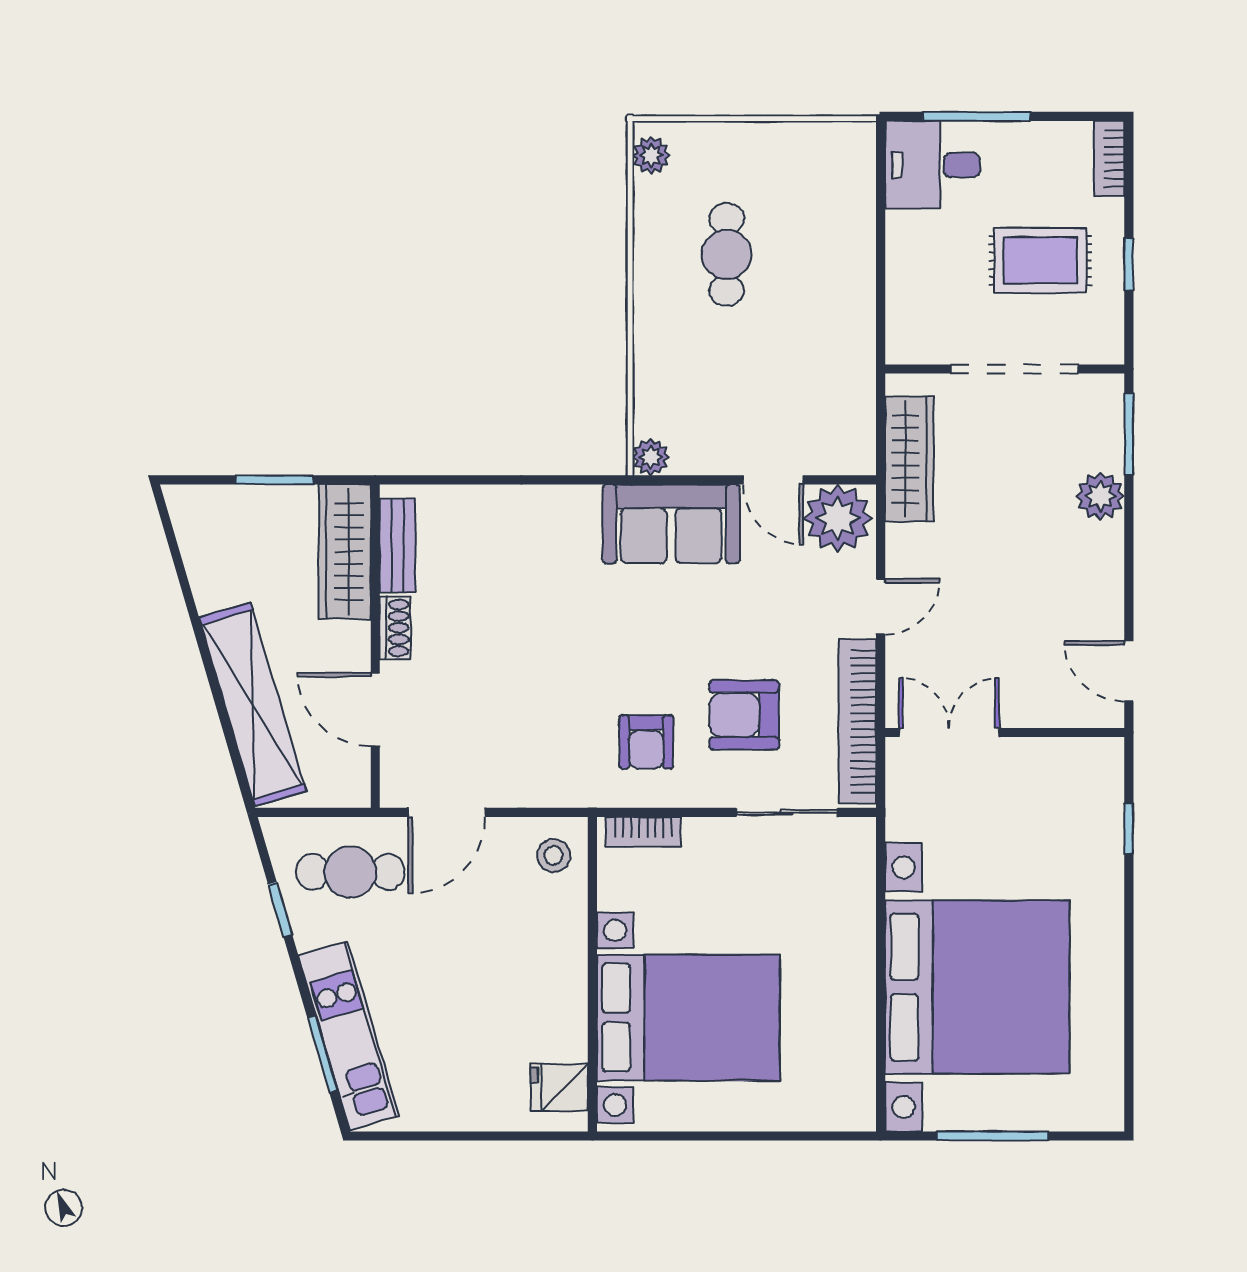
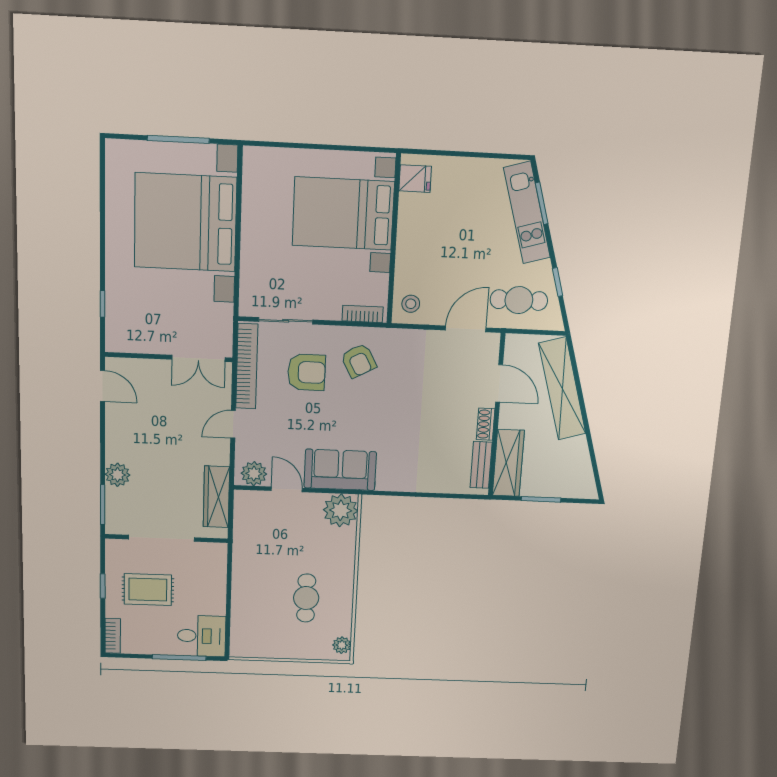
plant: (651, 457) -> (341, 510), width x1.88, depth x1.88
plant: (838, 518) -> (254, 474), width x0.73, depth x0.73
armchair: (646, 742) -> (359, 361), turned 152

